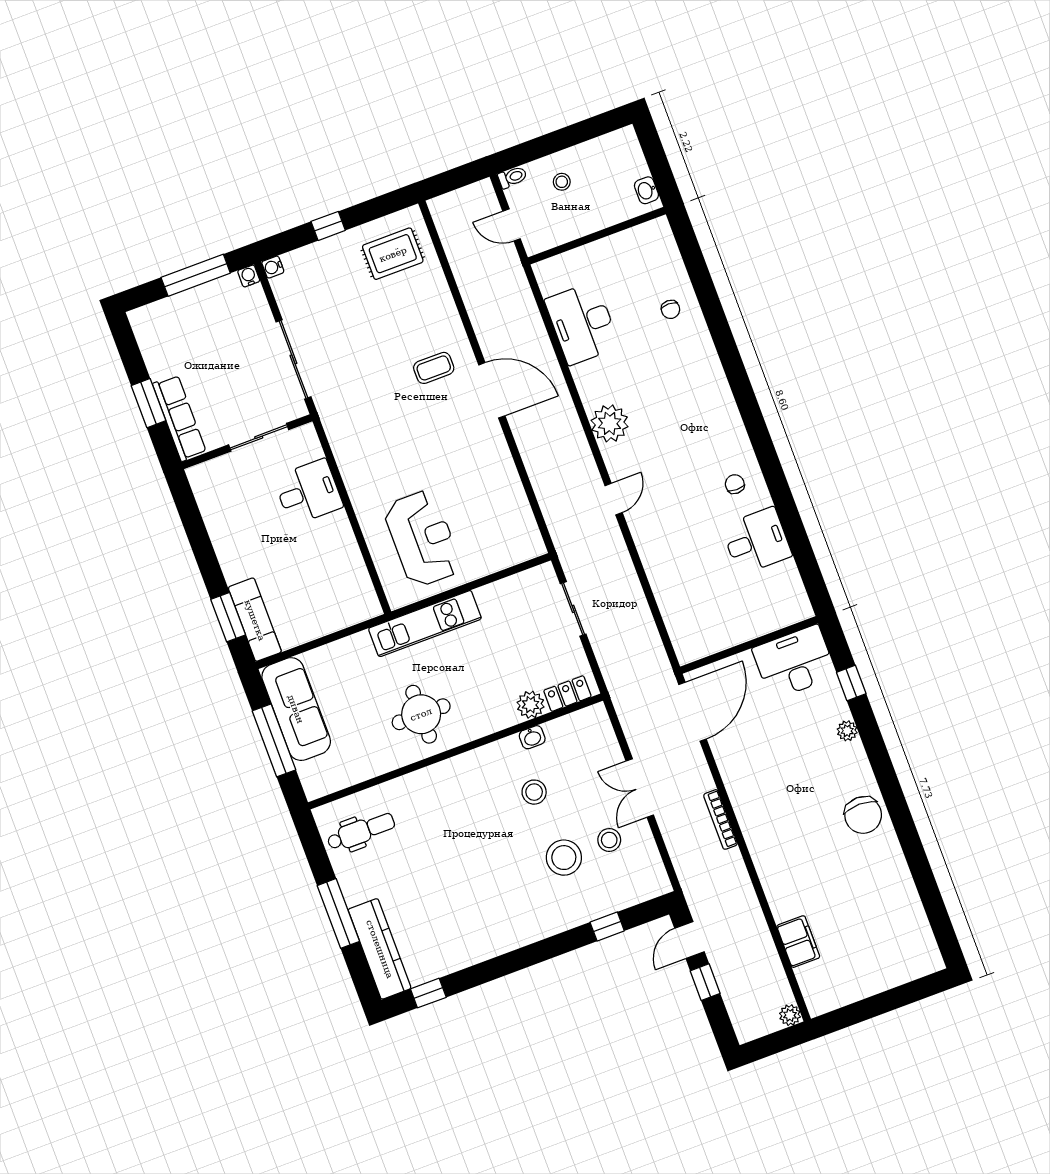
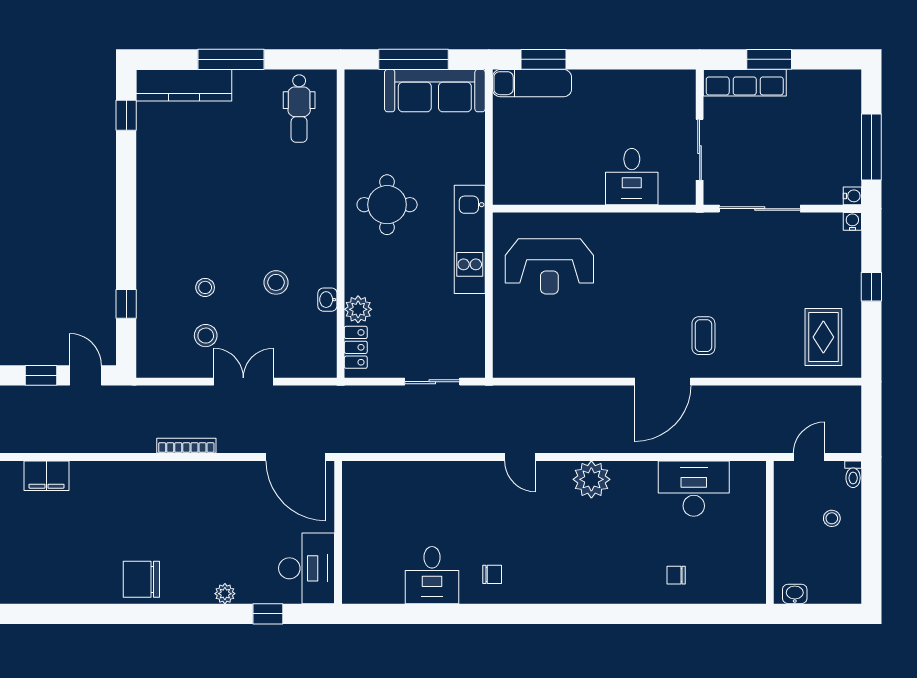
stool: (564, 858) -> (205, 287), width x0.53, depth x0.53

